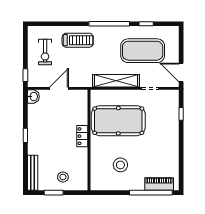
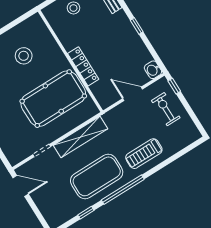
exercise mat: (143, 51) -> (97, 176), moved
exercise bike: (45, 52) -> (166, 109), moved
door: (59, 88) -> (133, 94), swing flipped
locker: (82, 136) -> (83, 66), width x1.53

